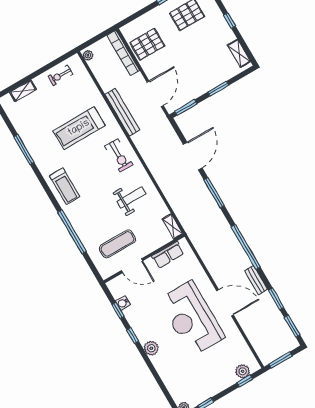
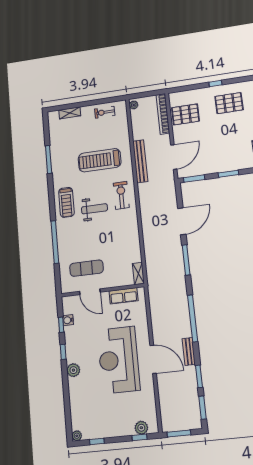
exercise bike: (119, 155) -> (121, 195), turned 180
weight bench: (131, 198) -> (94, 209), moved

